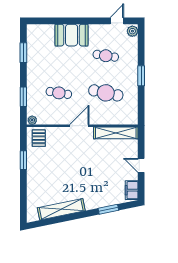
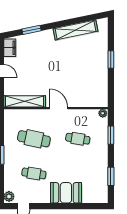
door: (79, 126) -> (59, 108), swing flipped
pallet: (39, 138) -> (97, 96), removed
window: (23, 160) -> (111, 60), moved

